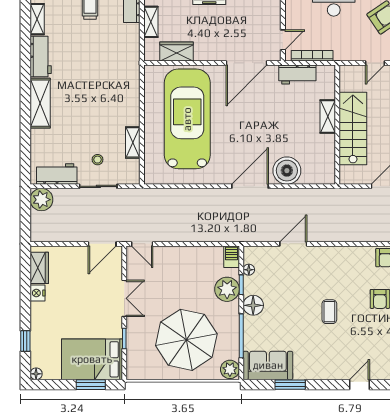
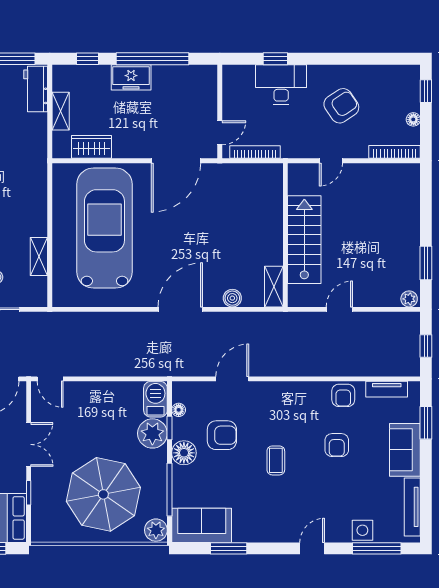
workbench: (297, 74) -> (237, 175), removed
shelving: (328, 117) -> (274, 287), moved
boiler: (287, 171) -> (232, 298), width x0.54, depth x0.54
barbecue: (232, 257) -> (155, 399), width x1.38, depth x1.27
armchair: (285, 291) -> (222, 435), added

